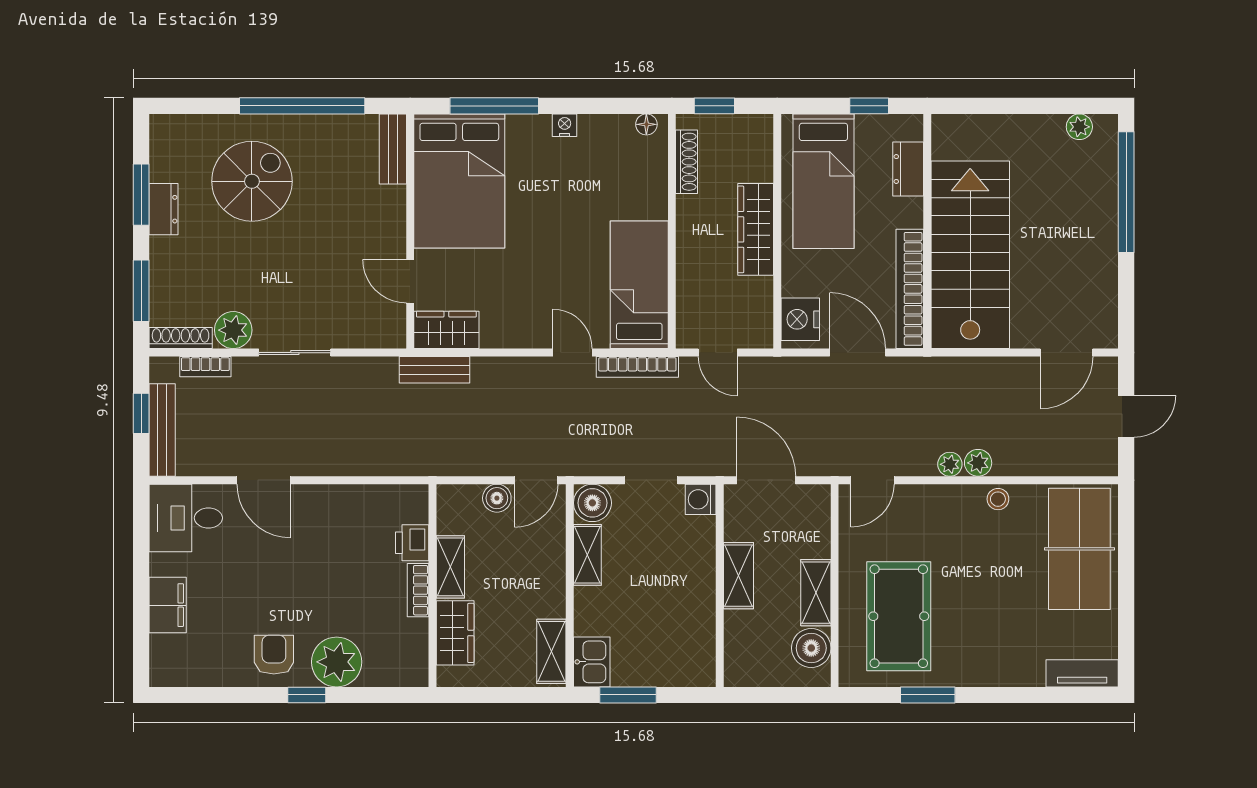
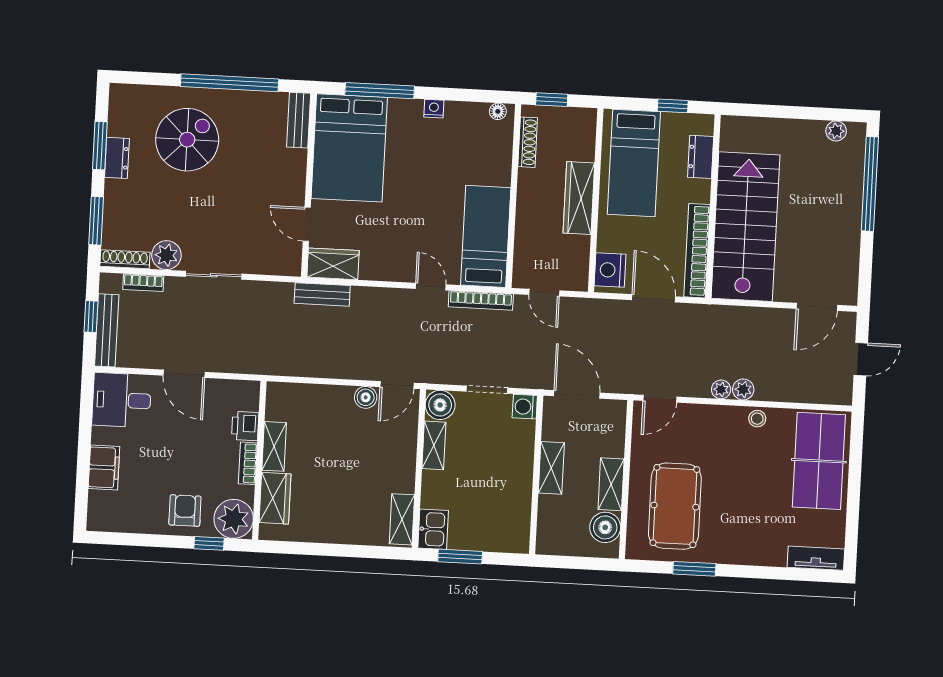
printer: (412, 543) -> (245, 426), moved
shelving: (450, 567) -> (274, 446), moved
wall: (432, 586) -> (259, 460), moved
bookcase: (418, 590) -> (248, 463), moved
wardrobe: (455, 633) -> (275, 498), moved

